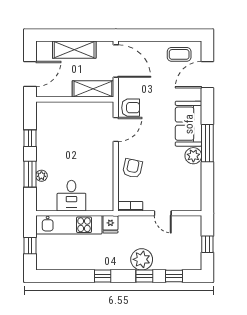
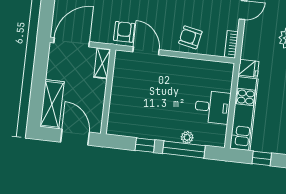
shelving: (74, 50) -> (52, 104), moved
shelving: (93, 89) -> (102, 63), width x0.67, depth x0.75
window: (30, 174) -> (184, 150), width x1.44

